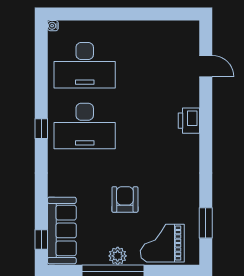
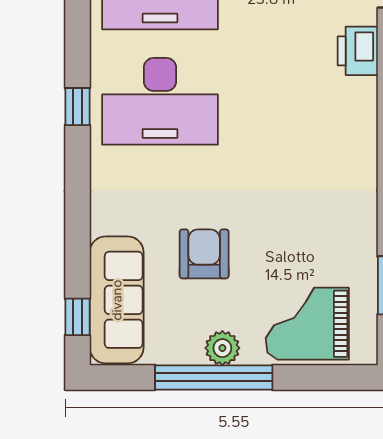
printer: (189, 121) -> (358, 51), moved
armchair: (125, 199) -> (204, 254), moved

